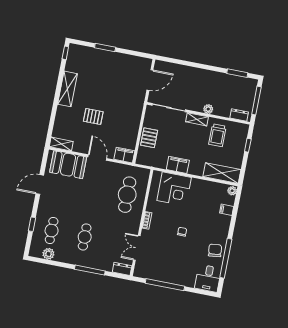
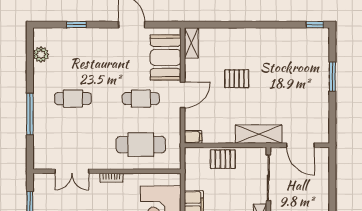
shelving: (67, 89) -> (259, 134), moved
pallet: (93, 116) -> (237, 79), turned 90
filing cabinet: (124, 155) -> (193, 137), width x0.50
cafe table: (52, 231) -> (141, 99), moved
double door: (137, 248) -> (72, 171), swing flipped
dresser: (122, 269) -> (40, 157), removed

